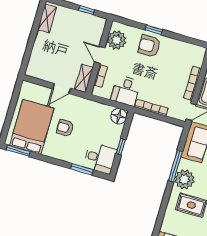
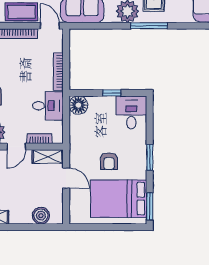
boiler: (37, 59) -> (41, 216), added
window: (175, 166) -> (149, 26), moved
window: (82, 169) -> (150, 157), moved

